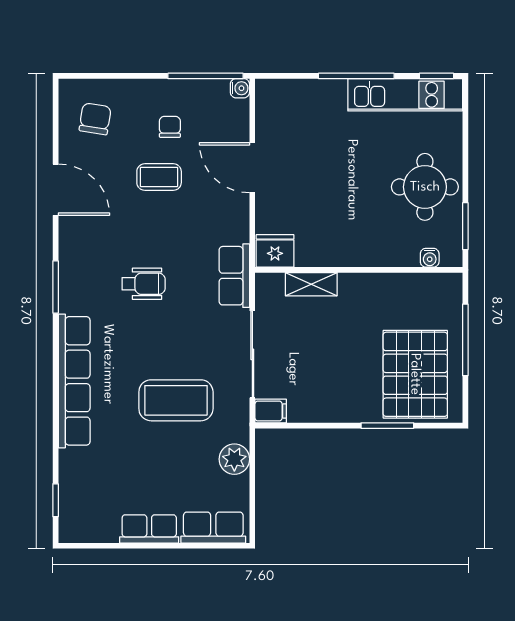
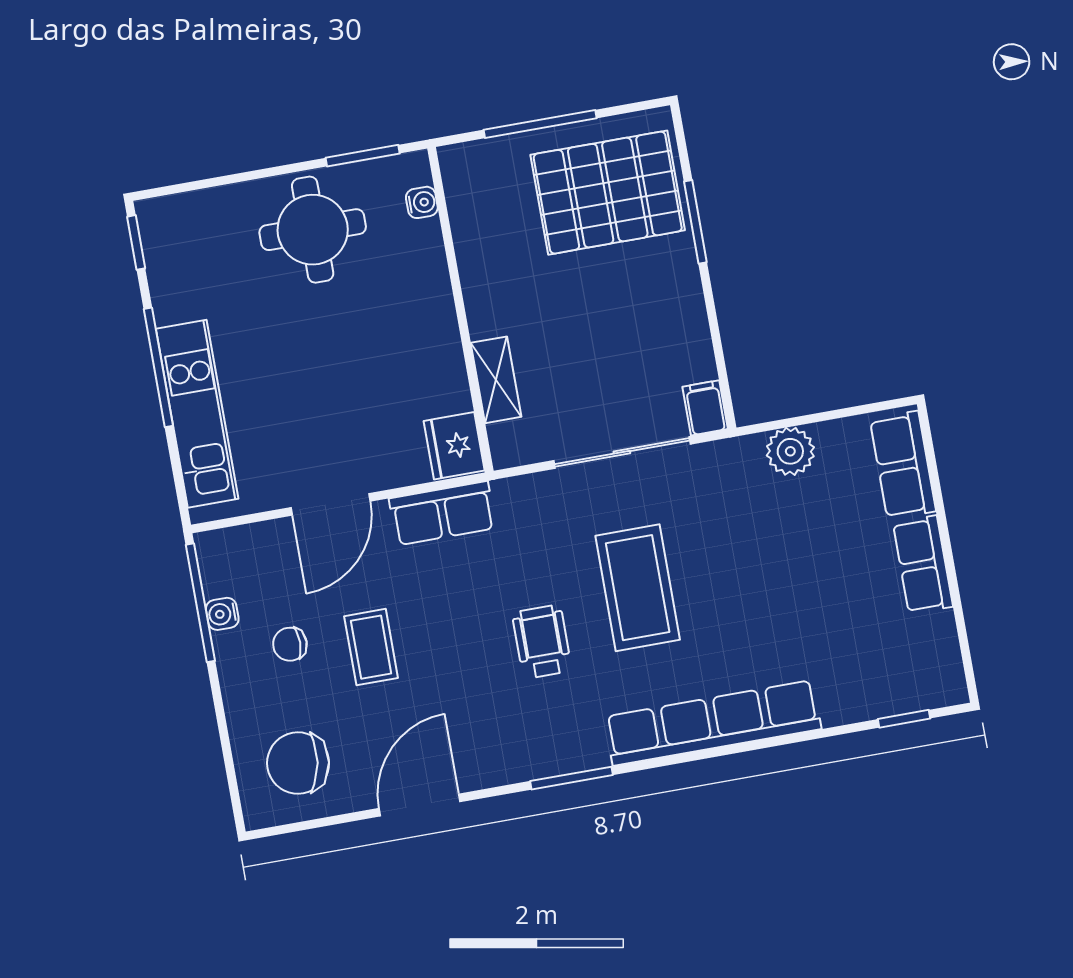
water cooler: (240, 88) -> (222, 614), moved, turned -90
kitchen unit: (405, 95) -> (197, 414), moved
chair: (95, 119) -> (298, 763), width x1.37, depth x1.37
row of seats: (234, 276) -> (442, 513), moved
coffee table: (176, 400) -> (638, 588), moved

